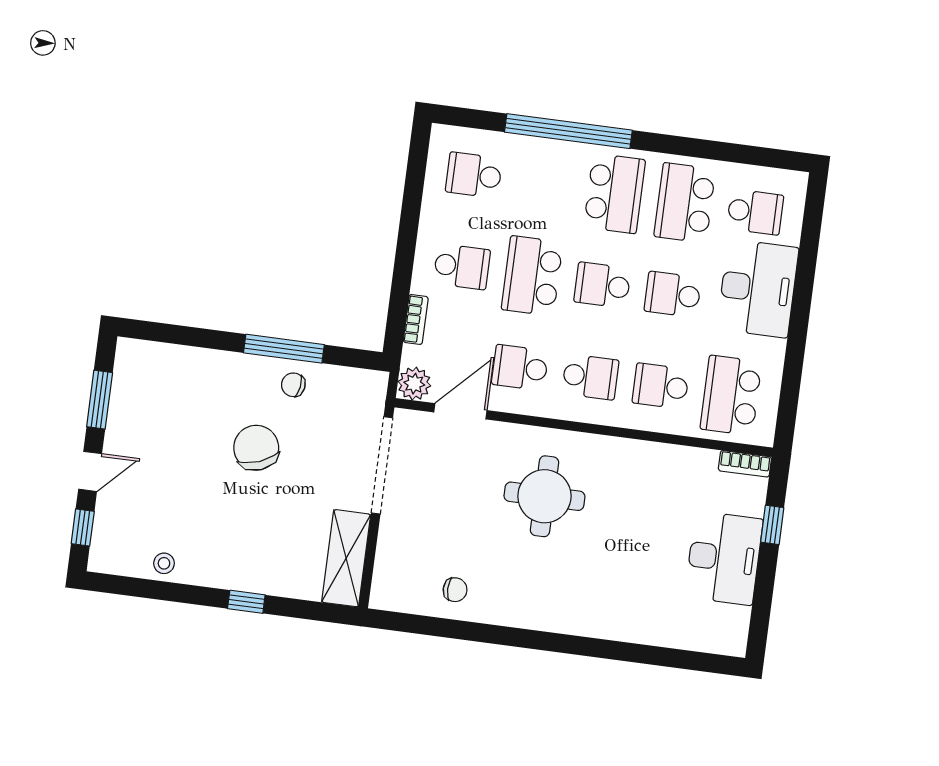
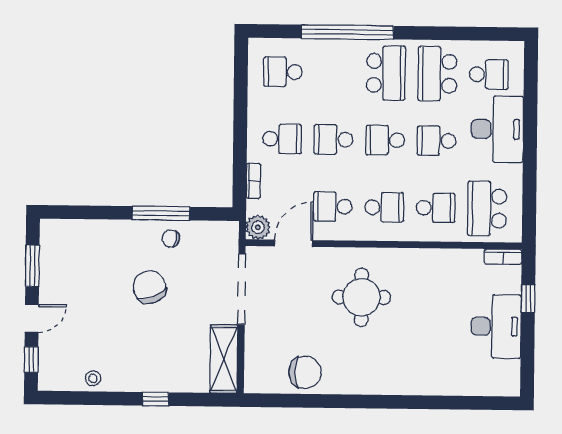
school desk: (532, 276) -> (334, 140), width x0.54
school desk: (661, 386) -> (436, 208), turned 180
chair: (455, 590) -> (305, 372), width x1.87, depth x1.87

